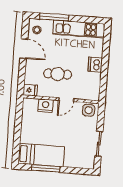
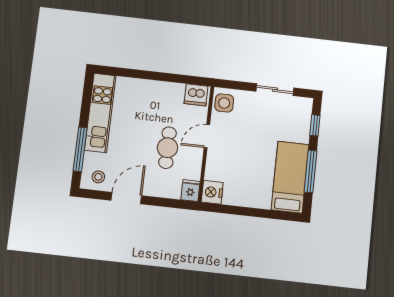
dishwasher: (95, 65) -> (196, 95), moved
door: (66, 100) -> (207, 136), swing flipped
nightstand: (46, 106) -> (212, 192), moved
window: (76, 171) -> (315, 125), added

